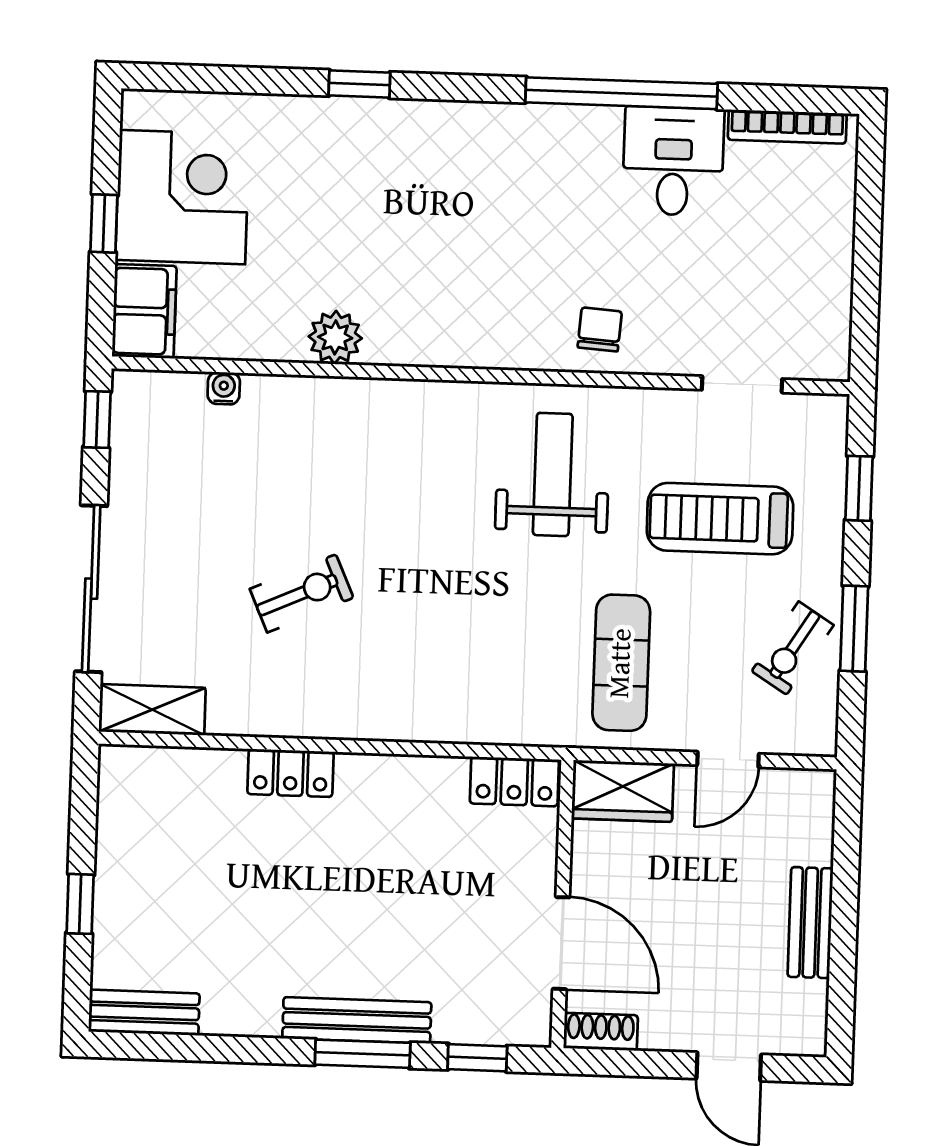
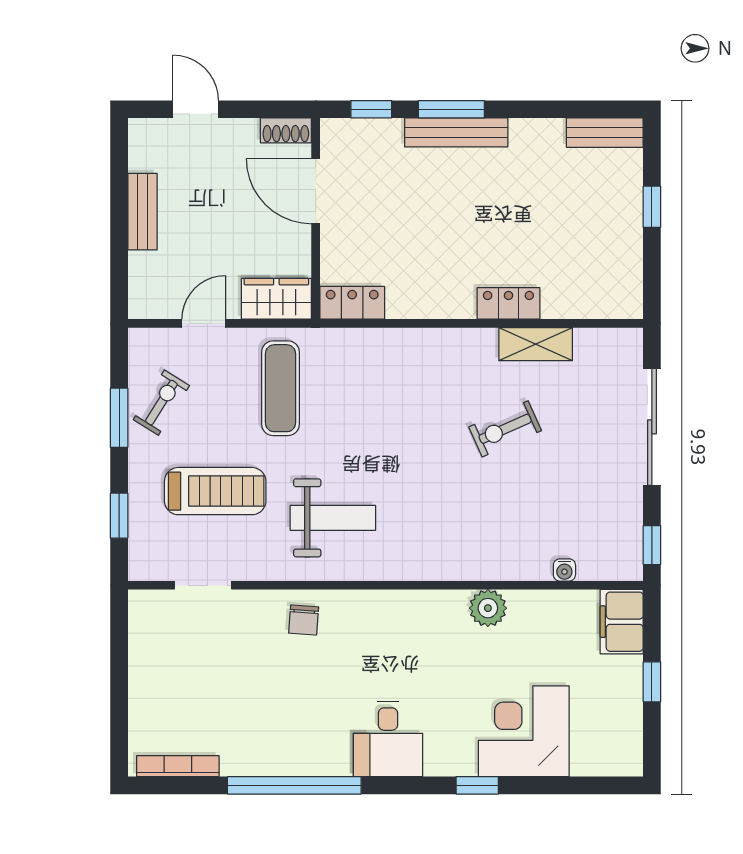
desk: (673, 161) -> (388, 739), moved
corner desk: (182, 197) -> (524, 731), moved, turned 90
weight bench: (553, 474) -> (333, 518), turned -90
shelving: (152, 710) -> (536, 344), moved

